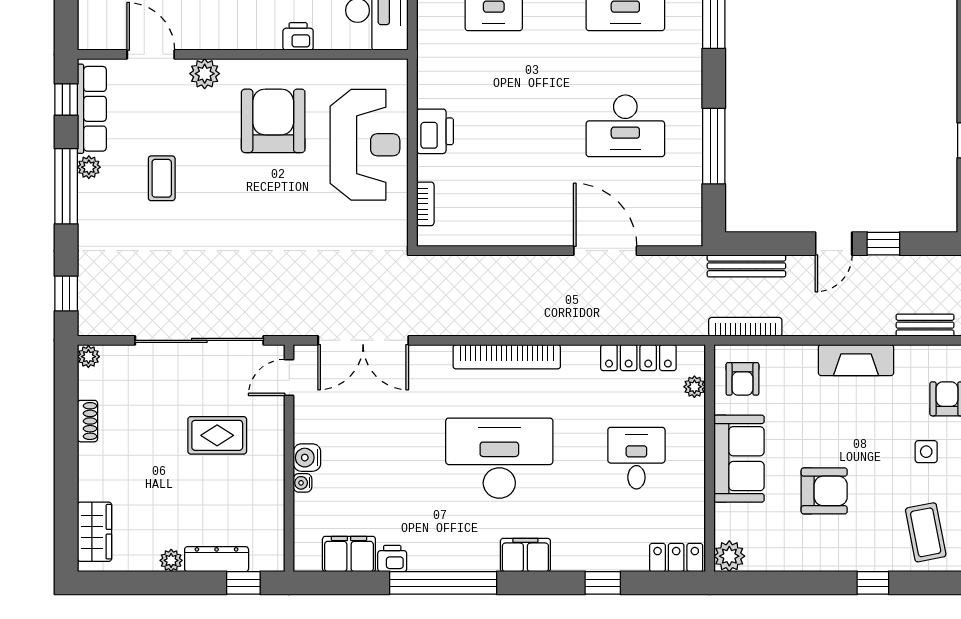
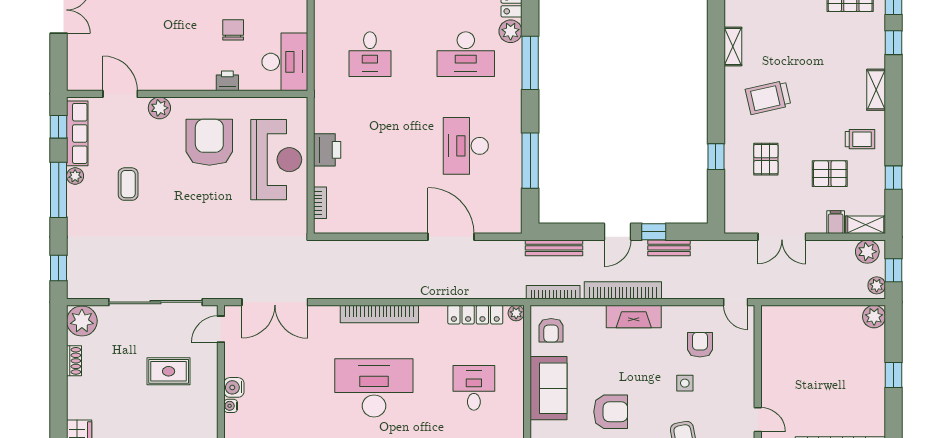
desk: (625, 126) -> (466, 146), turned 90
bookcase: (841, 324) -> (623, 290), added
bench: (925, 325) -> (669, 248), moved
plant: (88, 357) -> (82, 321), width x1.87, depth x1.87
plant: (694, 387) -> (516, 313), moved

